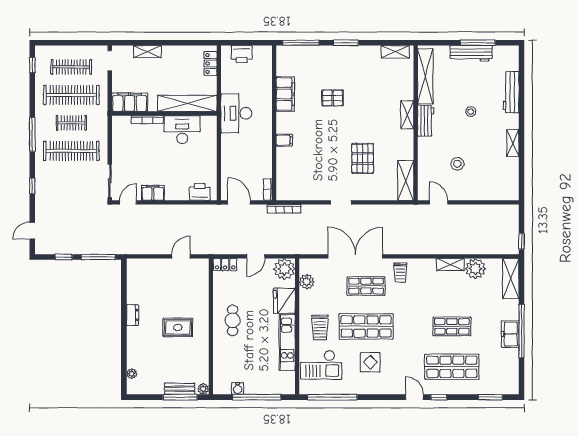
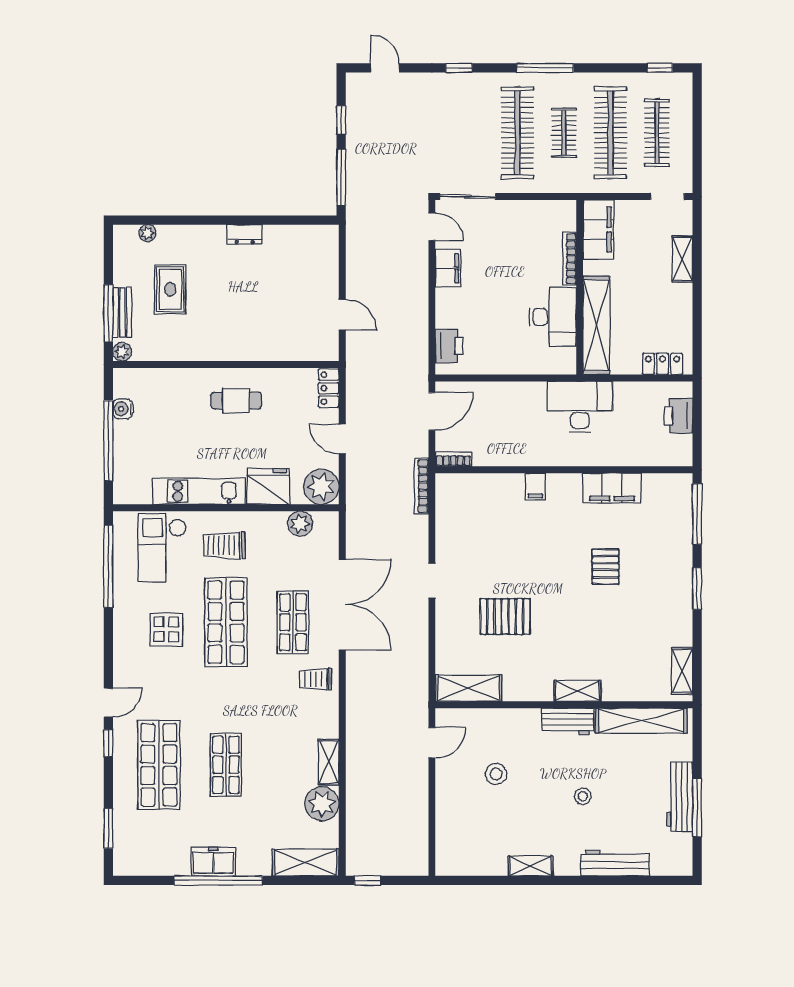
rug: (178, 327) -> (170, 289), moved

